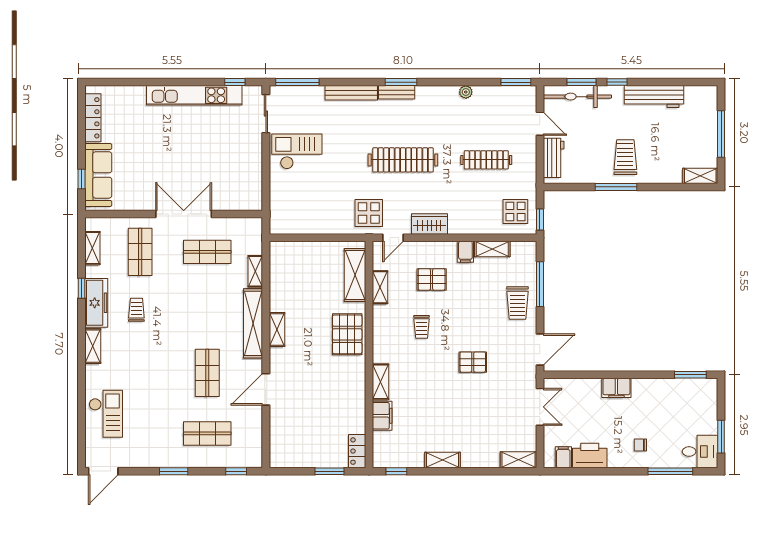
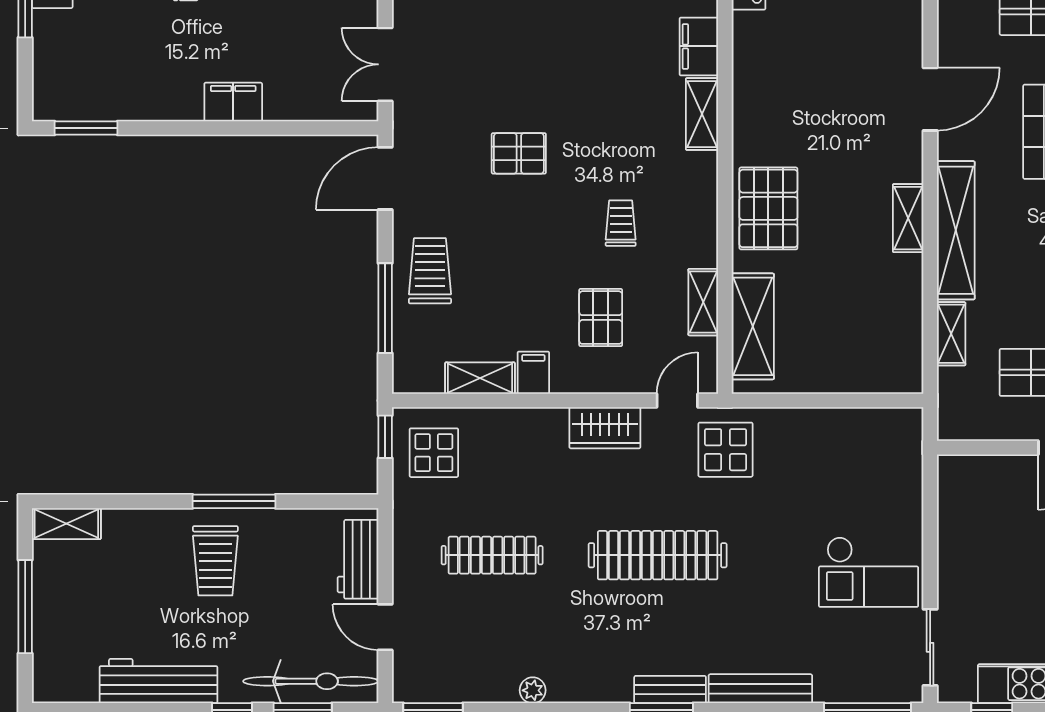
pallet: (432, 279) -> (601, 318), turned 90

